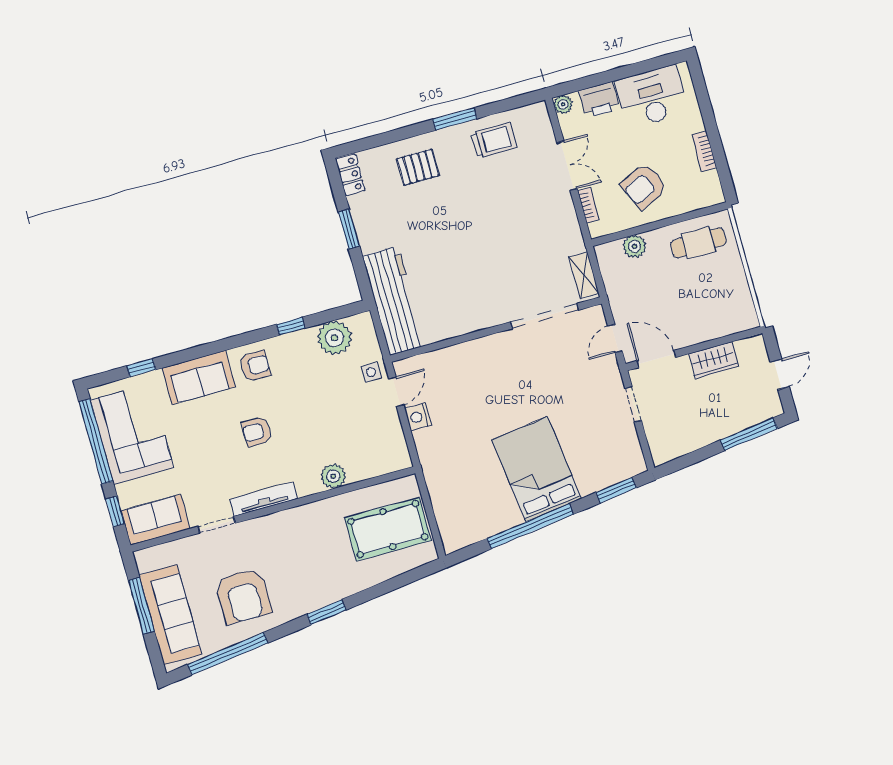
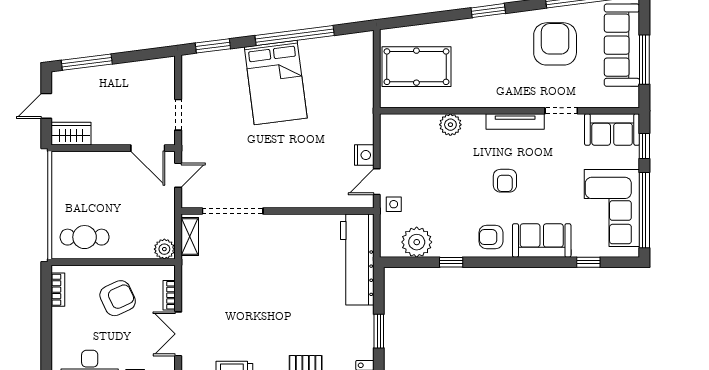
bookcase: (704, 151) -> (58, 290), moved
plant: (634, 246) -> (164, 249), moved
wardrobe: (713, 360) -> (71, 134), moved
armchair: (257, 432) -> (505, 181), turned 90

